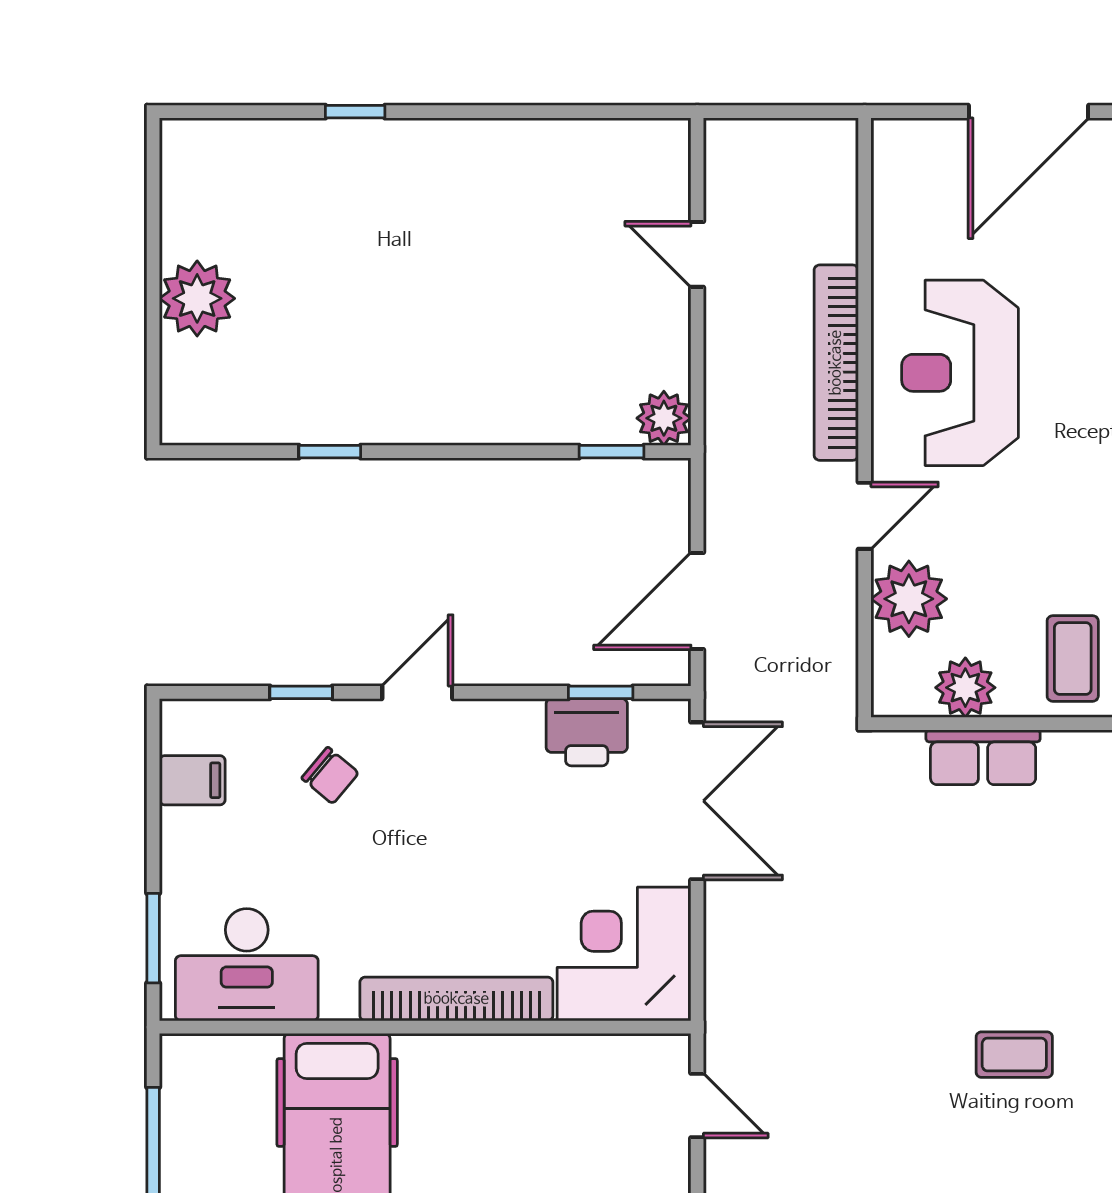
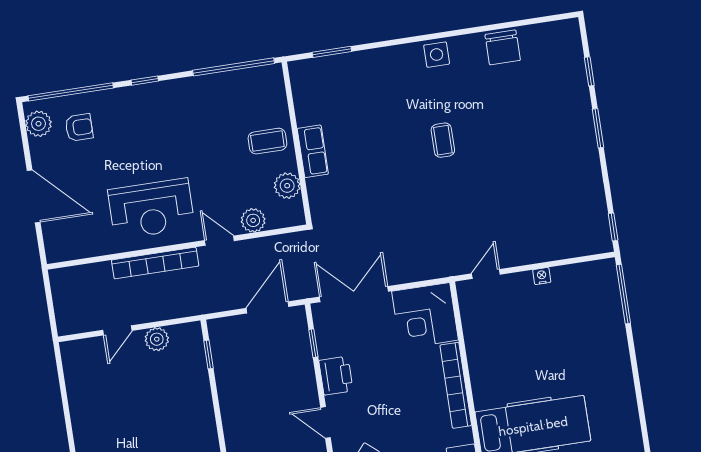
plant: (664, 418) -> (157, 339), moved
plant: (909, 599) -> (253, 220), width x0.73, depth x0.73
door: (697, 601) -> (267, 307), swing flipped
printer: (587, 732) -> (336, 376), moved
row of seats: (983, 757) -> (313, 151), moved

